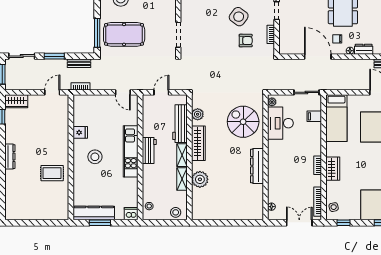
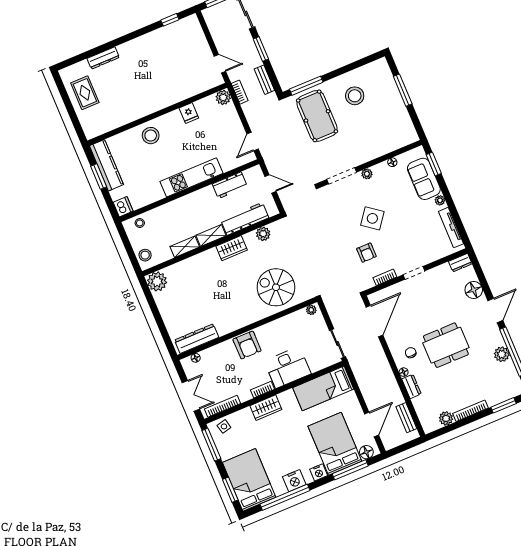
plant: (185, 15) -> (367, 174), added
side table: (239, 17) -> (372, 218), moved
door: (318, 57) -> (374, 321), moved
wardrobe: (16, 101) -> (194, 28), removed
plant: (79, 101) -> (223, 97), added
filing cabinet: (314, 116) -> (315, 363), removed
spiral stairs: (243, 122) -> (276, 287), turned -90
desk: (280, 123) -> (288, 367), moved, turned 180
wardrobe: (198, 143) -> (232, 248), width x0.67
workbench: (149, 150) -> (230, 185), moved
dresser: (10, 157) -> (103, 58), moved
stool: (95, 157) -> (151, 136), moved
armchair: (278, 163) -> (247, 345), added
dresser: (257, 166) -> (197, 339), moved
rug: (52, 173) -> (85, 93), moved
plant: (200, 179) -> (157, 281), moved
window: (344, 223) -> (211, 445), width x2.17

